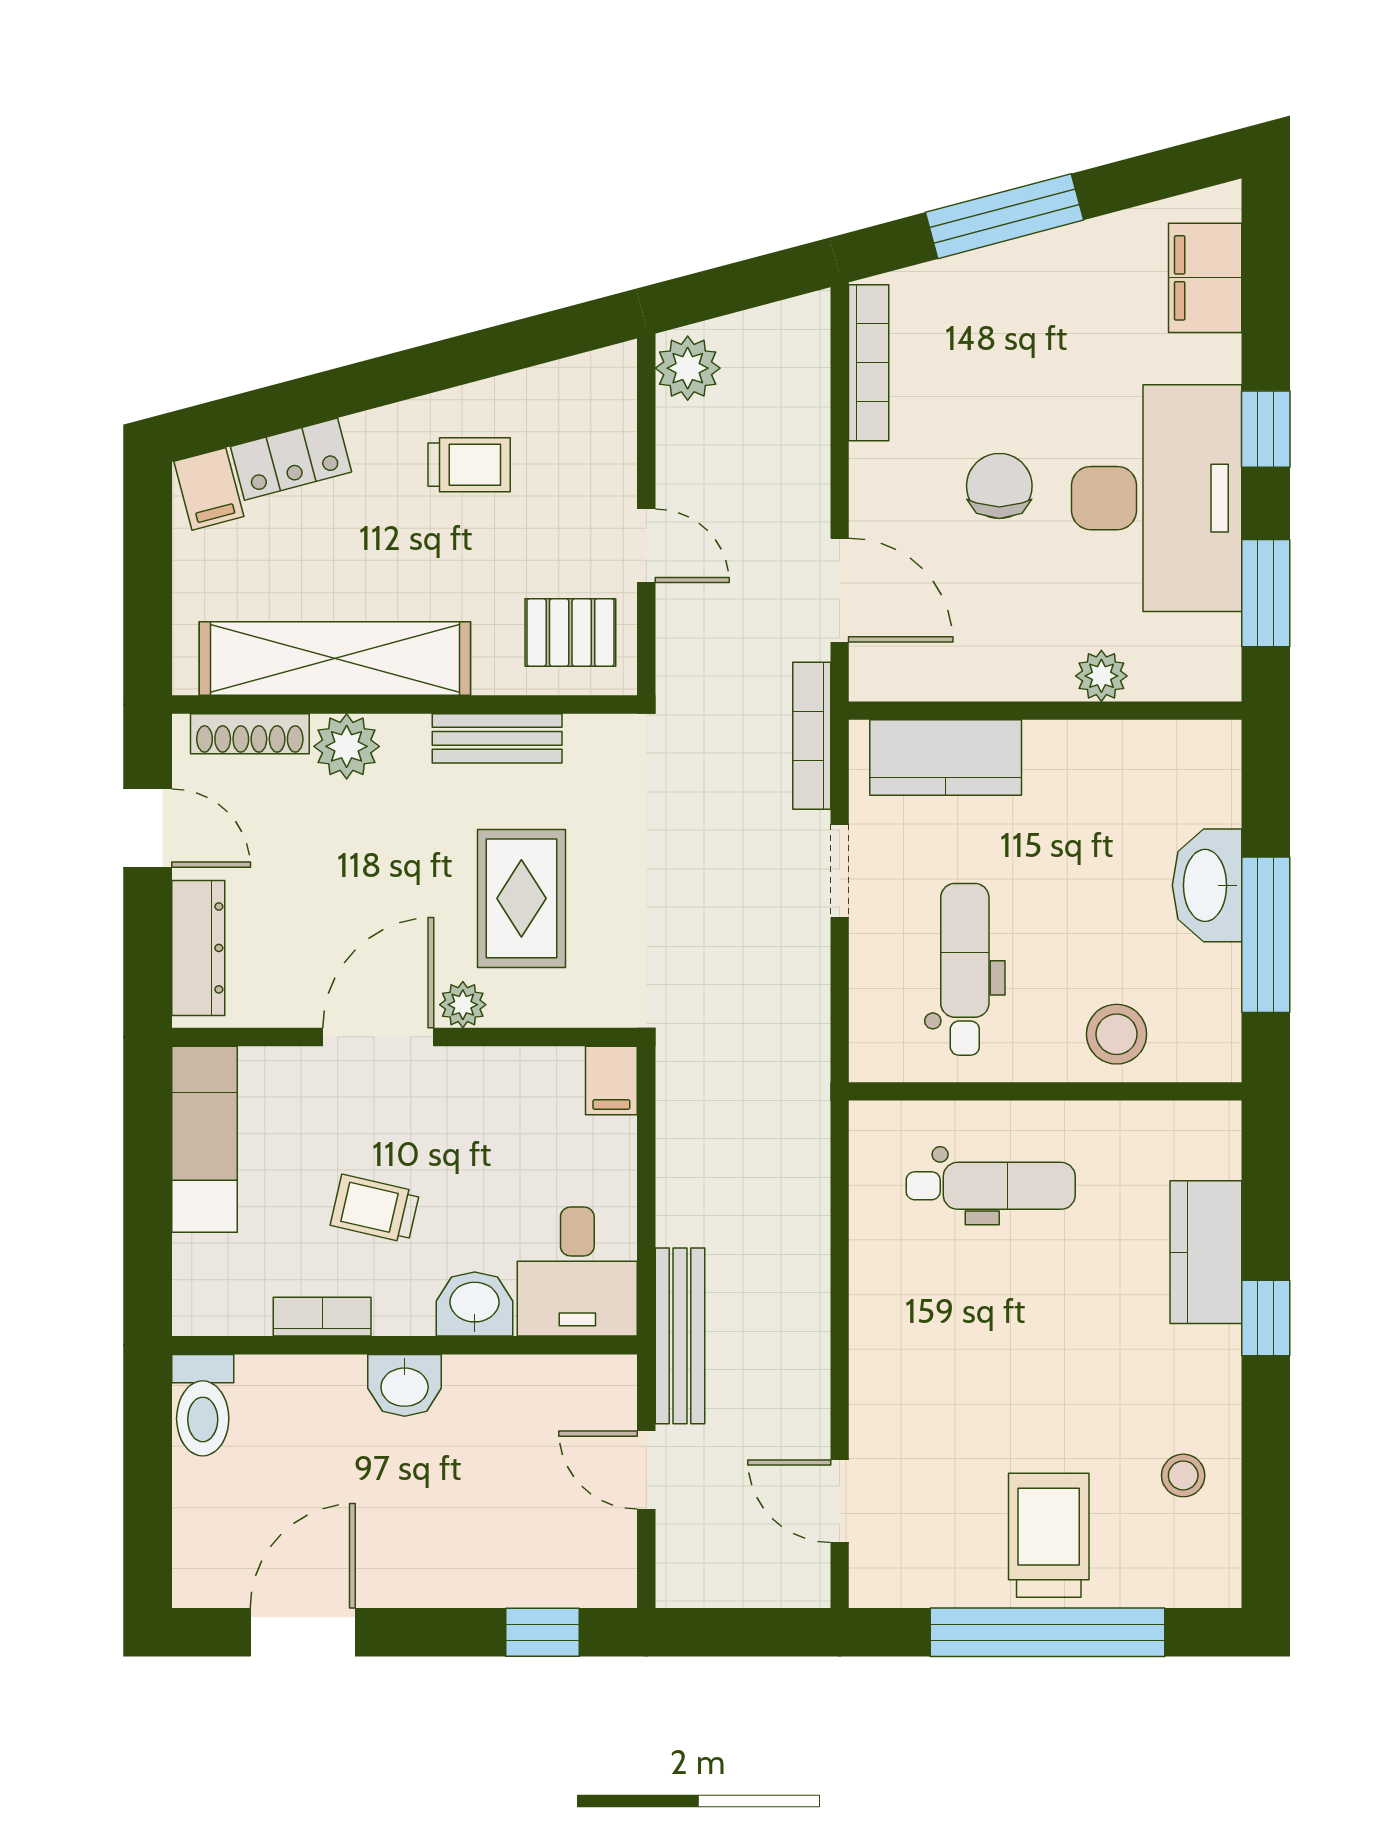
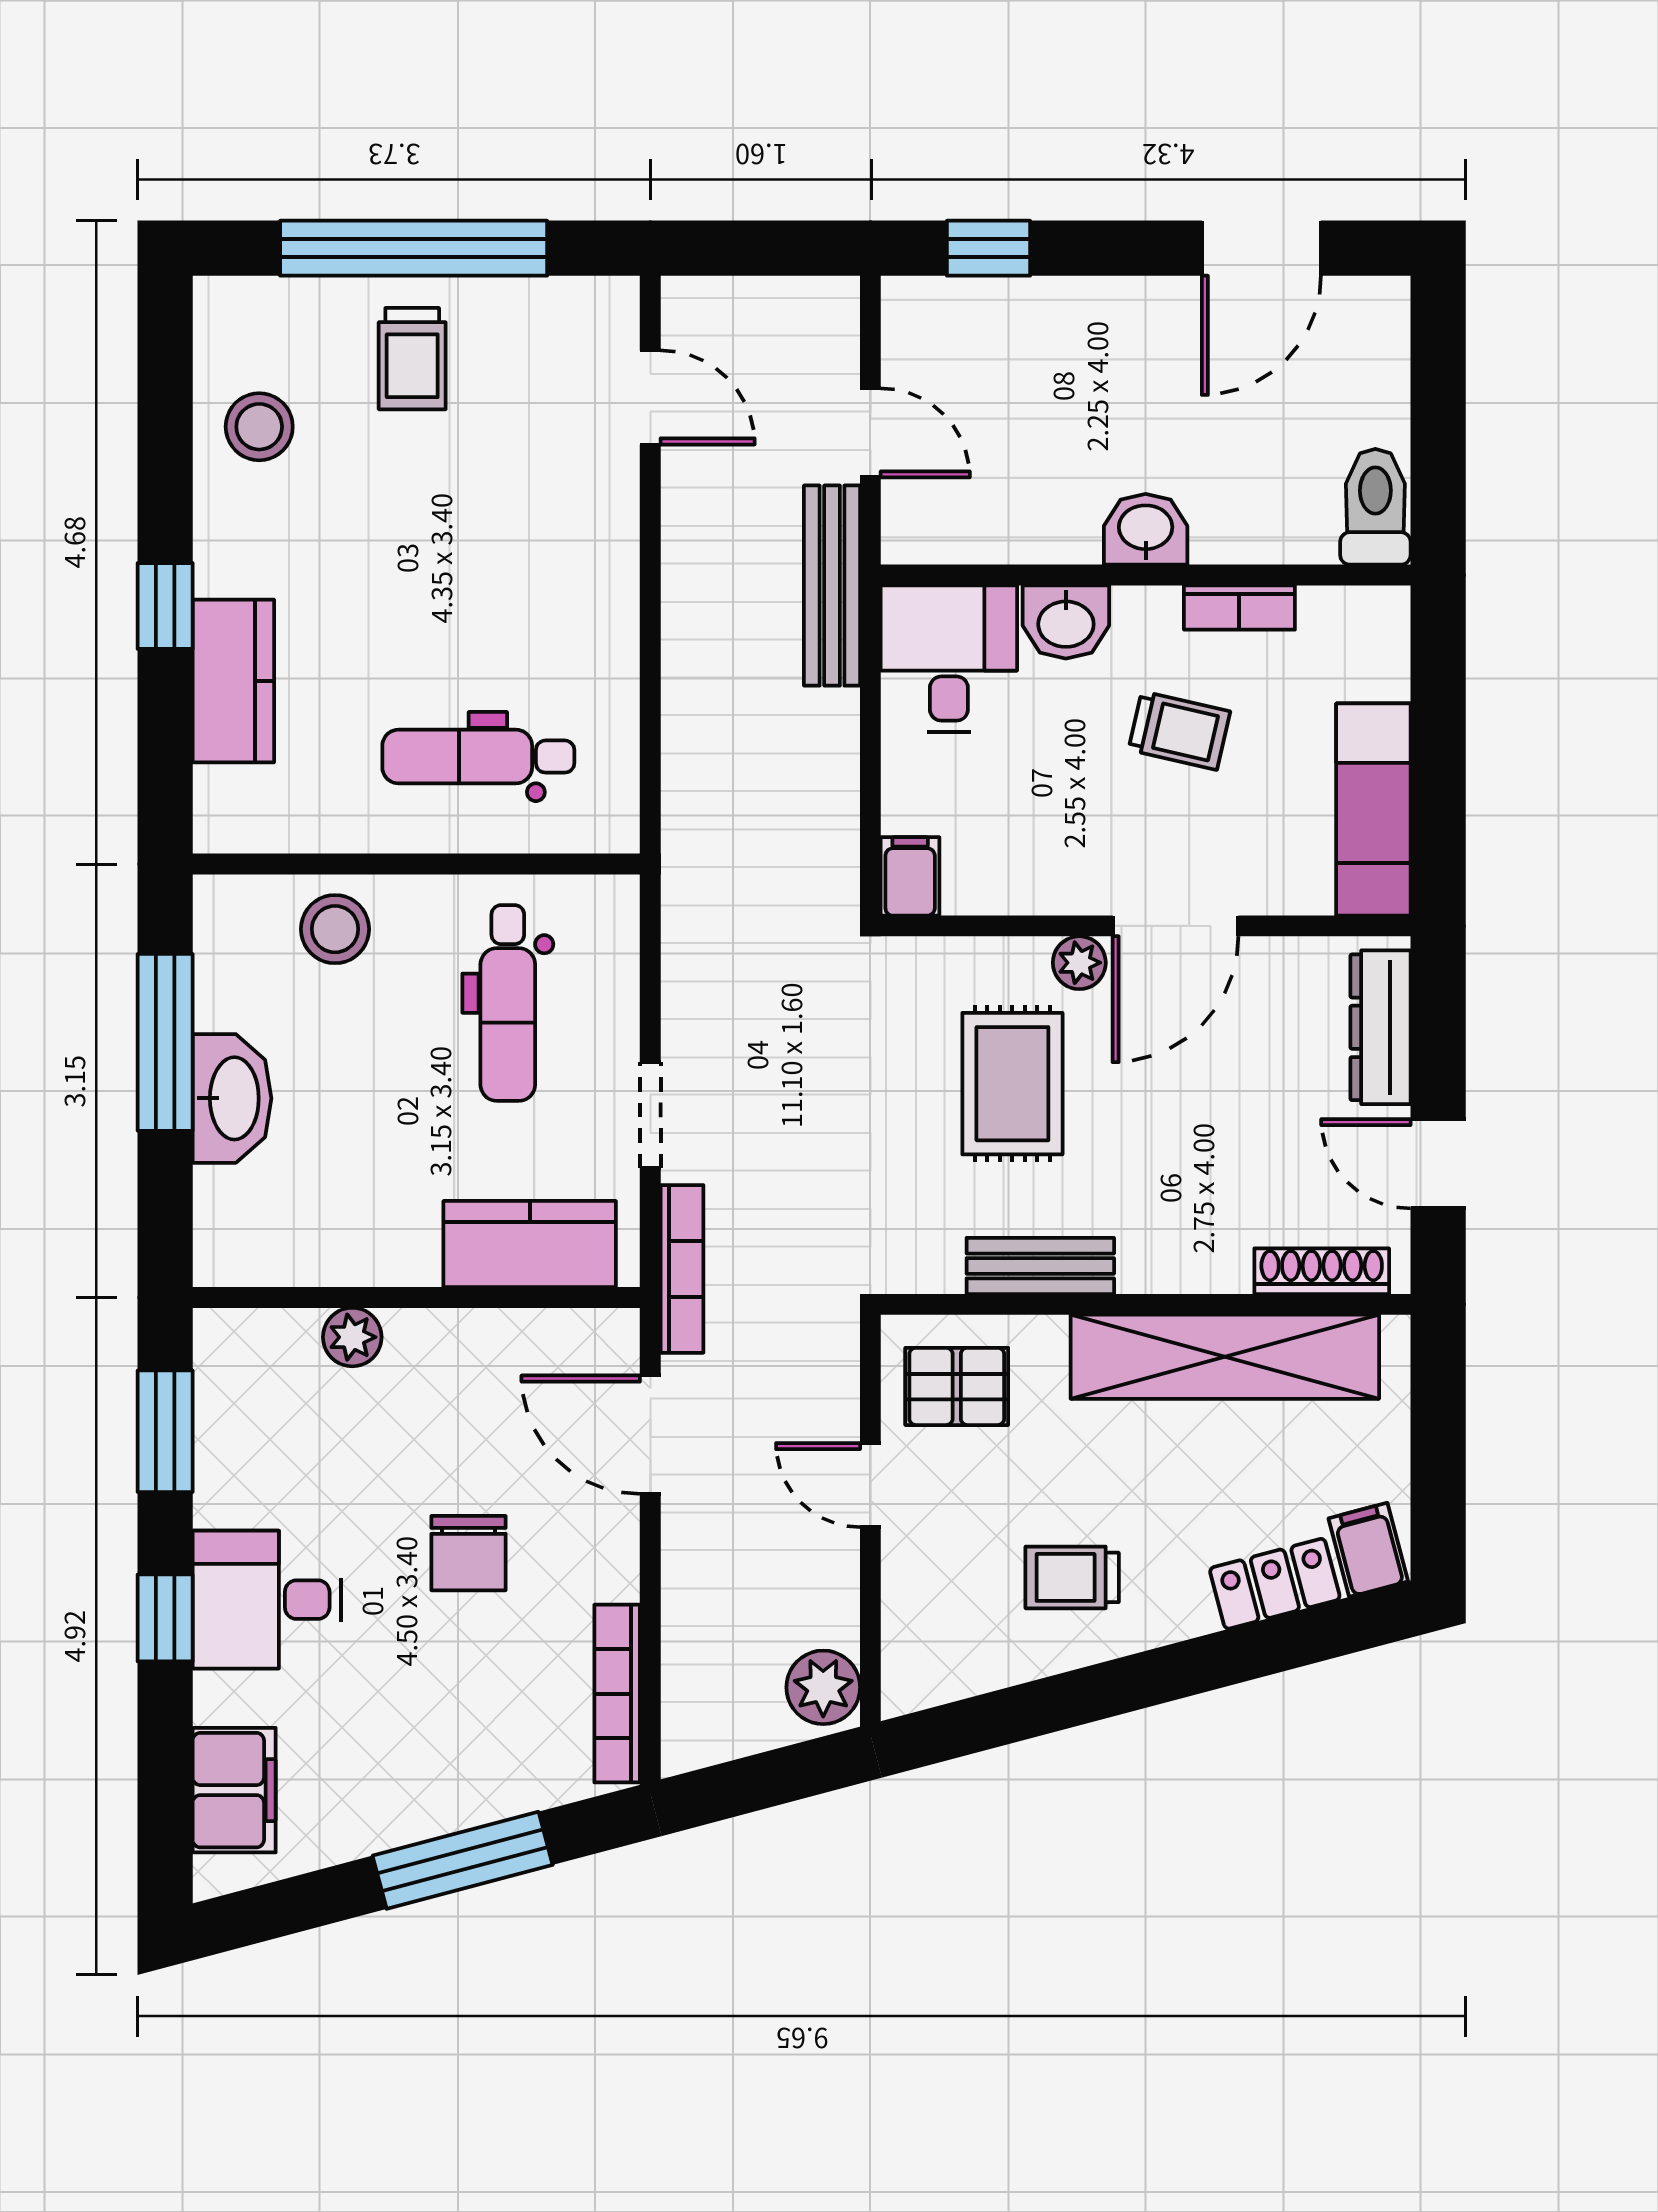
desk: (1157, 498) -> (267, 1600), width x0.53, depth x0.77
plant: (347, 746) -> (1212, 1257), removed
stool: (1183, 1475) -> (259, 427), width x1.37, depth x1.37
trolley: (1049, 1535) -> (412, 359), width x0.73, depth x0.72

